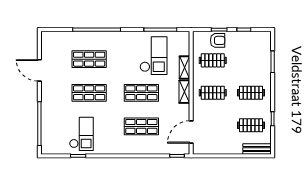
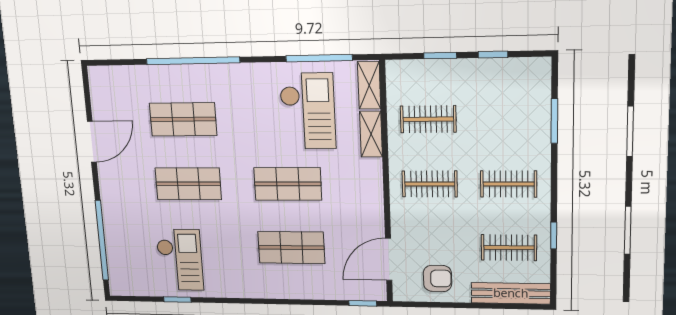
armchair: (218, 40) -> (438, 278), moved
door: (39, 70) -> (92, 142), swing flipped
shelving: (184, 92) -> (369, 85), moved
bench: (257, 149) -> (511, 293), width x1.36

